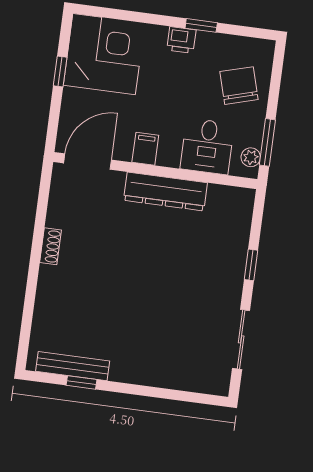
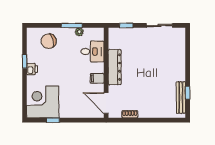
desk: (207, 146) -> (92, 52), moved
filing cabinet: (145, 149) -> (97, 78), moved
door: (88, 162) -> (106, 103), moved
wall: (155, 171) -> (106, 73), moved
dresser: (165, 191) -> (115, 67), moved

